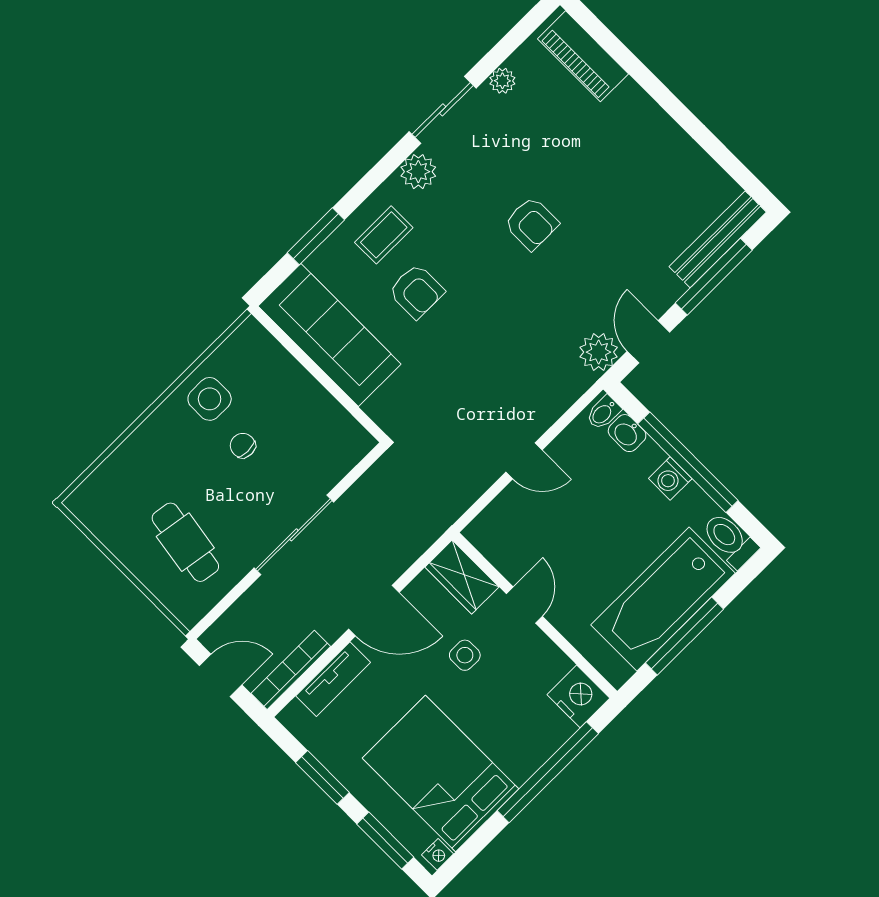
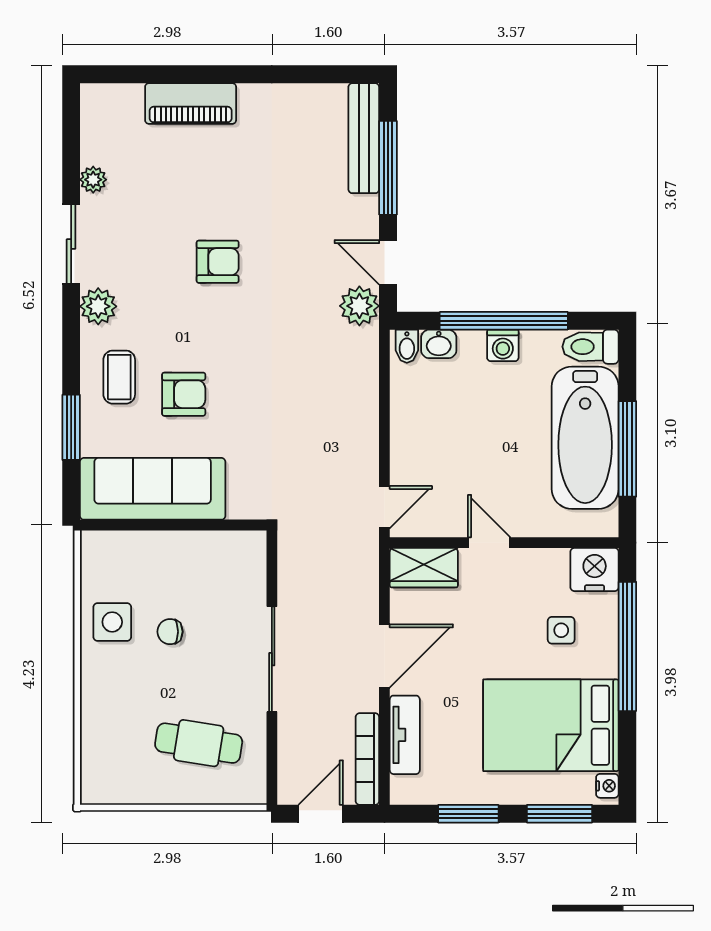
piano: (583, 56) -> (191, 103), moved
door: (524, 461) -> (384, 507), moved
side table: (465, 655) -> (561, 630), moved

